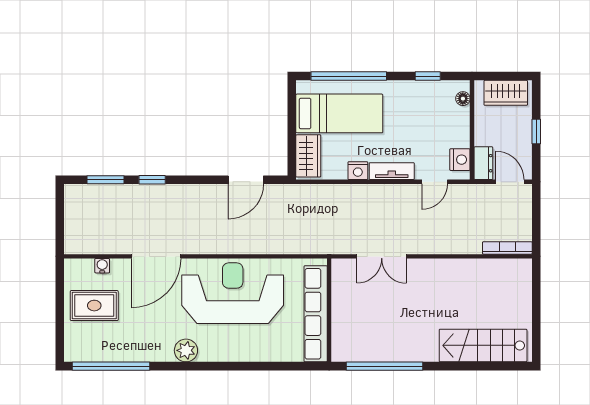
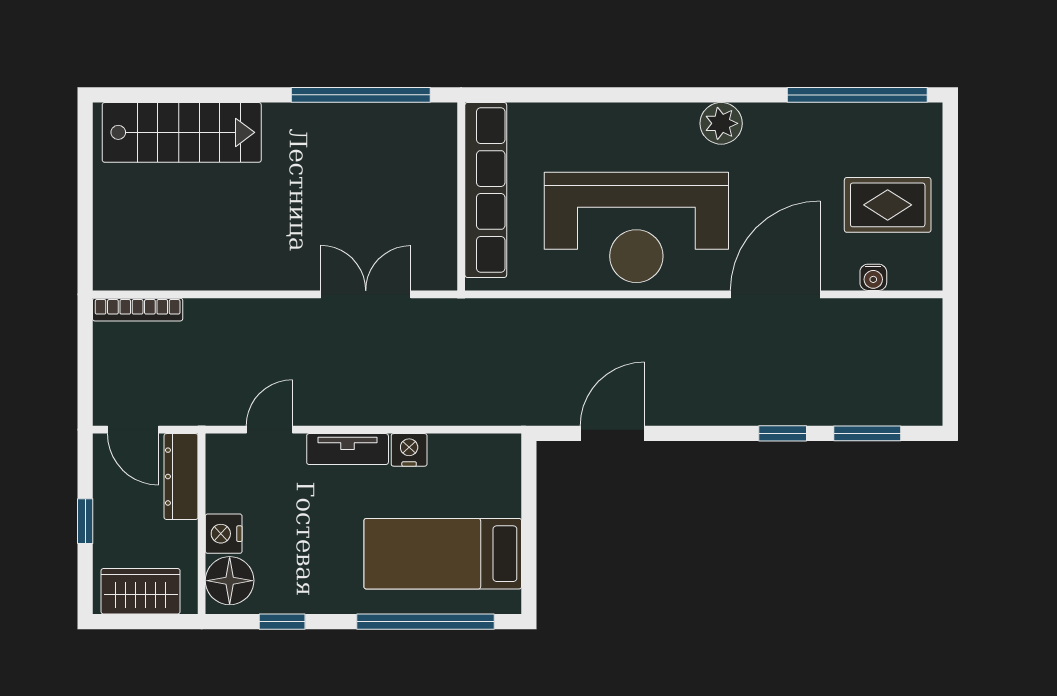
floor lamp: (463, 99) -> (230, 581), width x1.89, depth x1.89
wardrobe: (308, 156) -> (499, 477), removed
nightstand: (460, 160) -> (224, 534), moved
dresser: (483, 163) -> (181, 477), width x1.44

